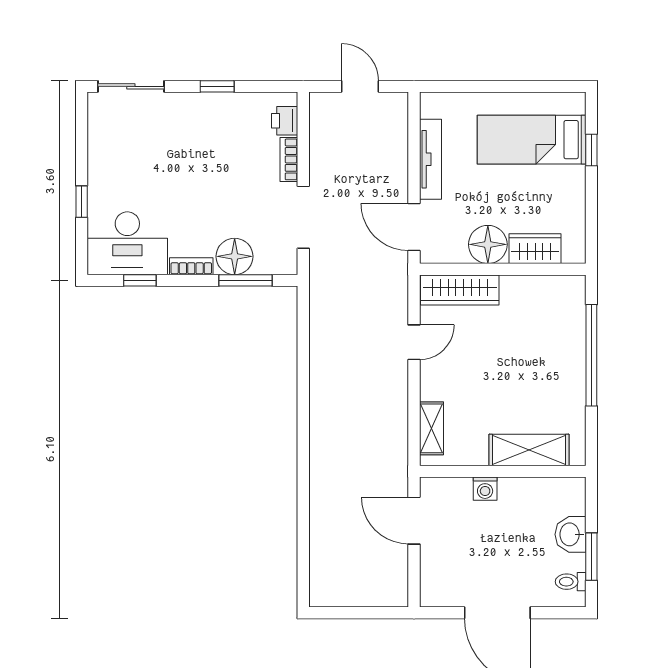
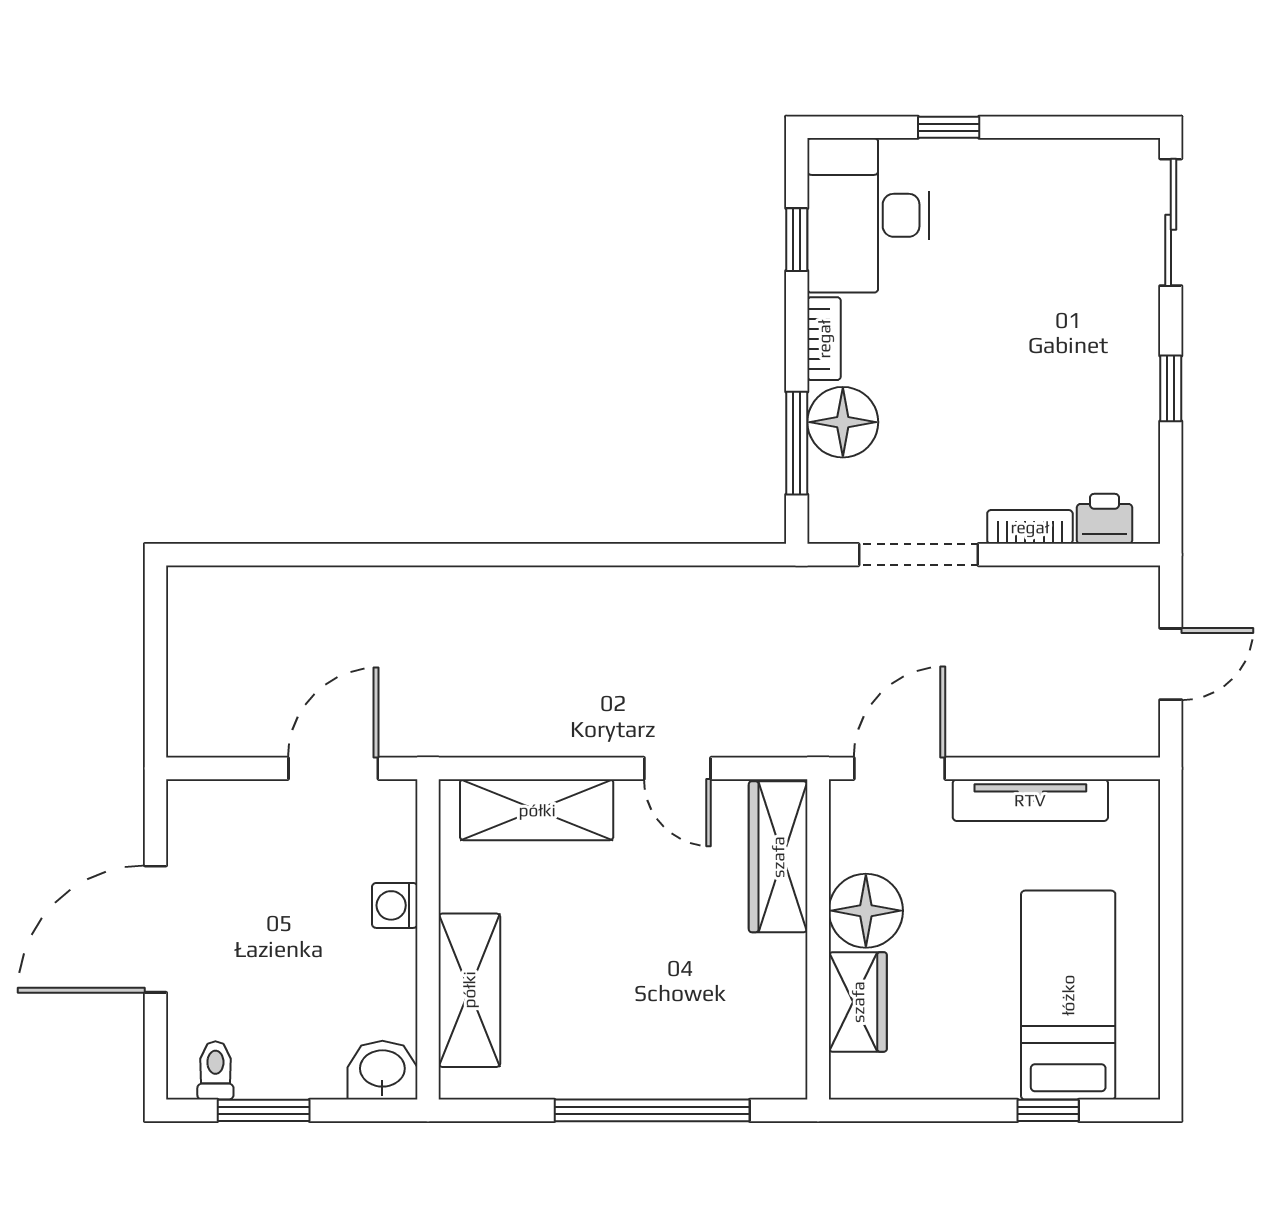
shelving: (431, 428) -> (537, 810), width x1.50, depth x1.33
washbasin: (570, 534) -> (382, 1070), moved

